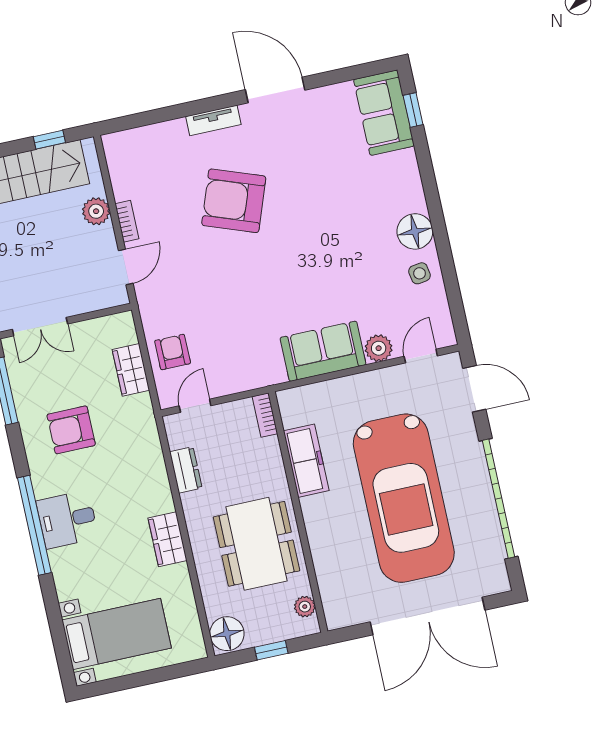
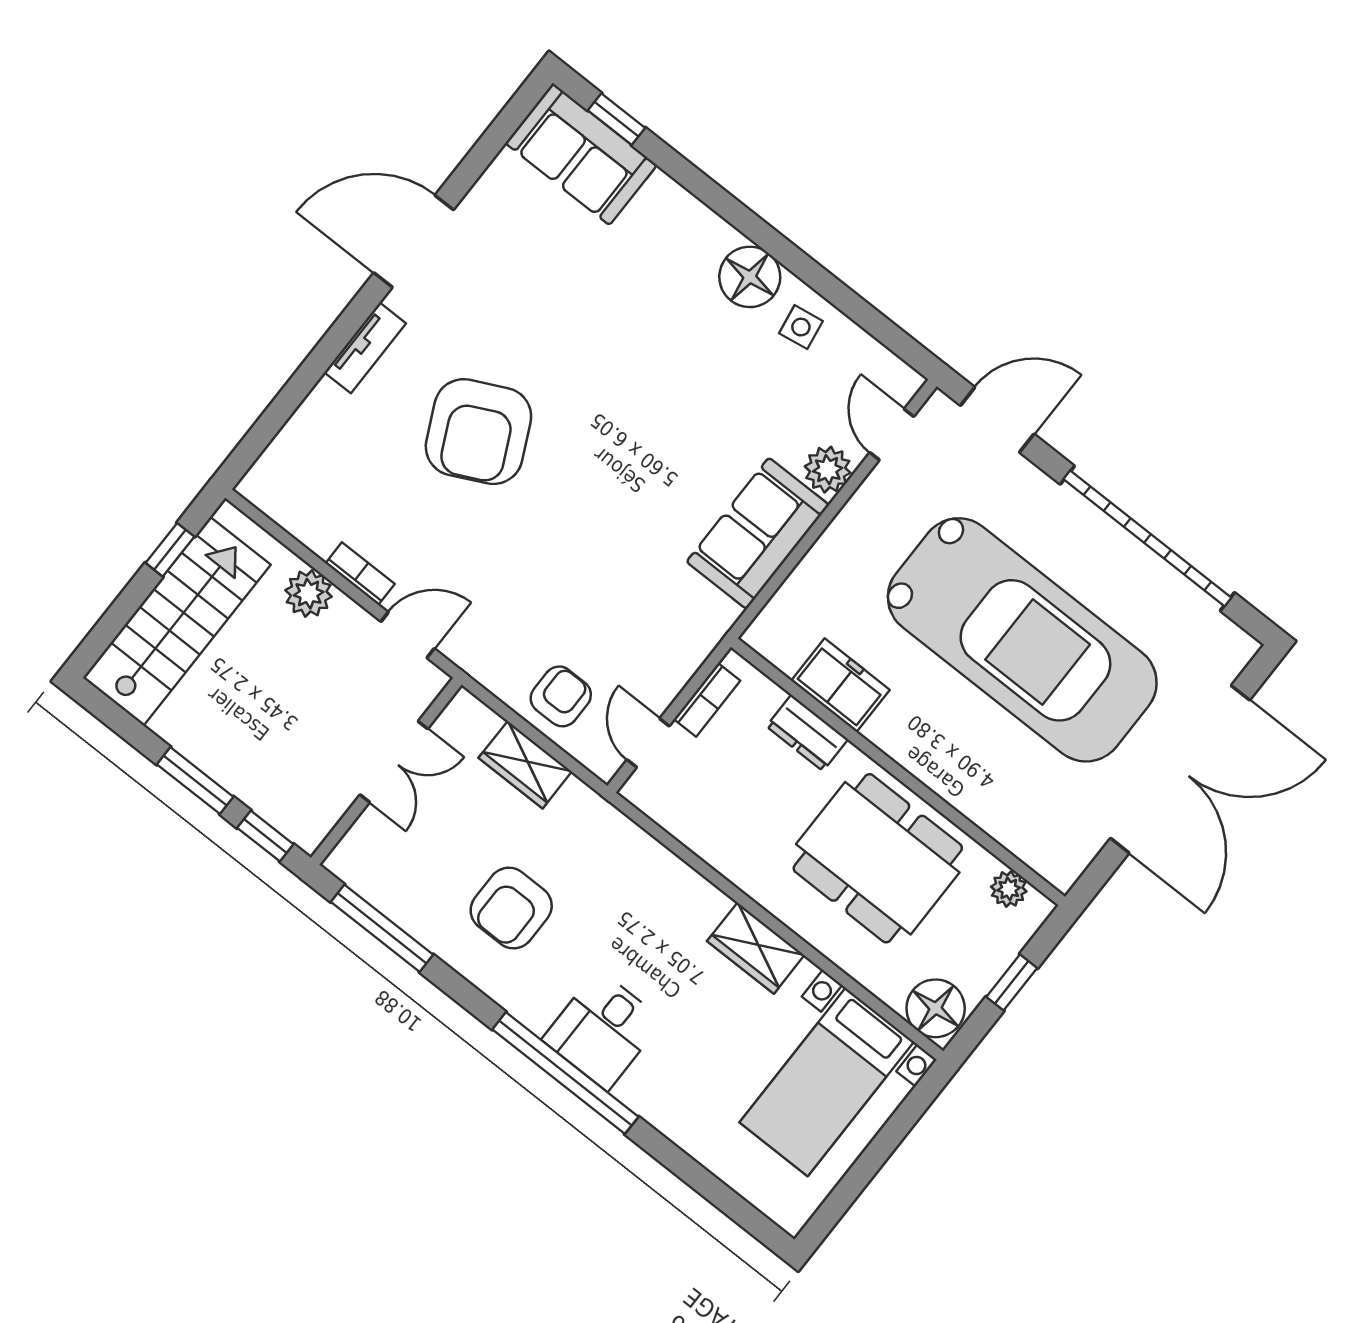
armchair: (234, 201) -> (478, 432), turned -46
door: (126, 267) -> (408, 635), hinge flipped
double door: (40, 327) -> (394, 762), moved
armchair: (173, 352) -> (561, 696), turned 90
bookcase: (265, 415) -> (707, 700), moved, turned -90
freezer: (306, 461) -> (840, 685), width x0.71
dresser: (186, 470) -> (807, 733), moved, turned 180
bed with nightstands: (117, 634) -> (827, 1082), moved, turned 180

